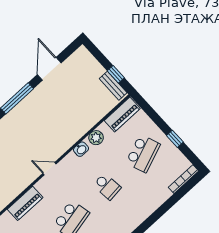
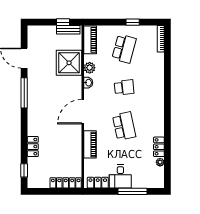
shower: (83, 114) -> (69, 63), added
school desk: (143, 153) -> (124, 49), turned 36
door: (49, 169) -> (83, 112), width x1.87

